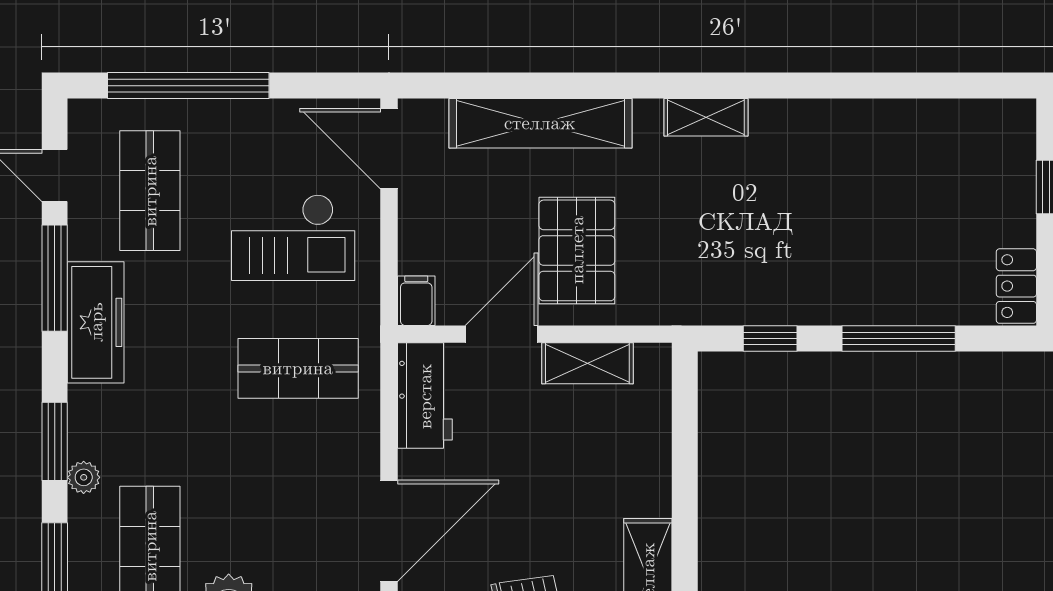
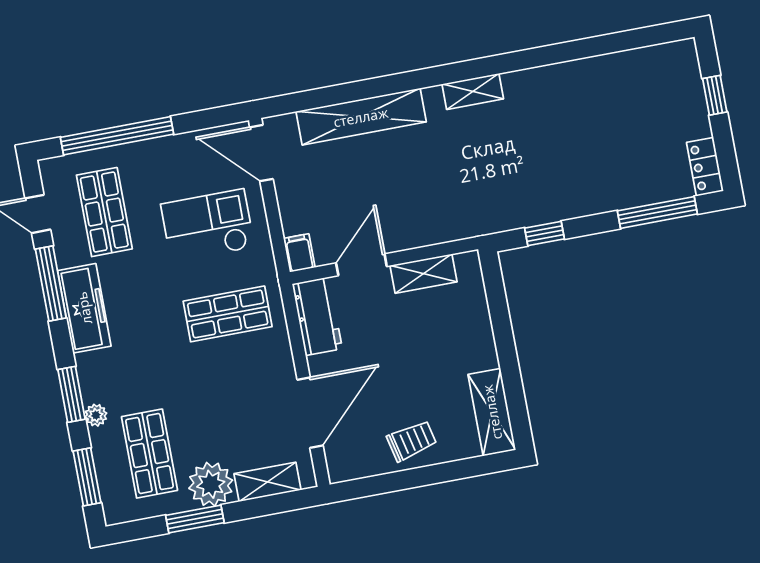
checkout: (293, 237) -> (208, 226), turned 180
pallet: (577, 250) -> (402, 198), removed
window: (899, 338) -> (657, 212), moved

